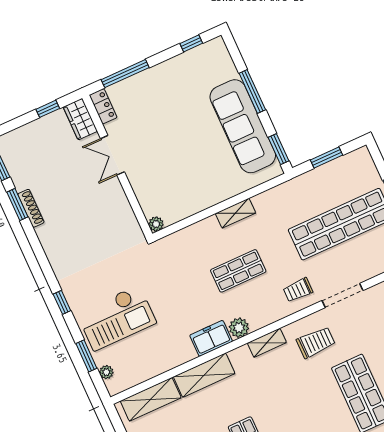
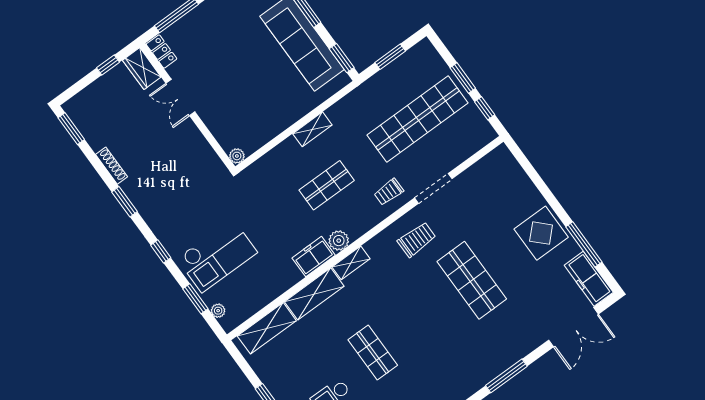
window: (17, 204) -> (125, 202), moved
shelving: (267, 343) -> (351, 263), moved

